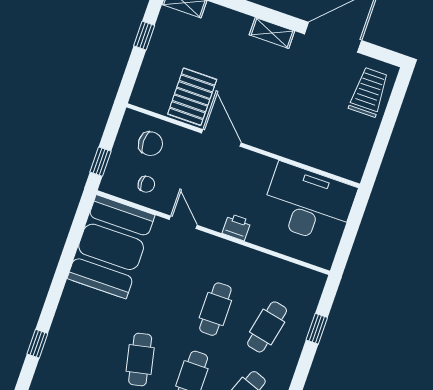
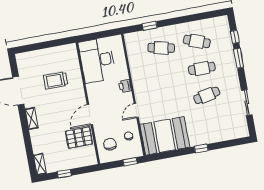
trolley: (369, 92) -> (56, 80), moved
cafe table: (215, 309) -> (166, 75), removed
window: (37, 344) -> (201, 149), moved

